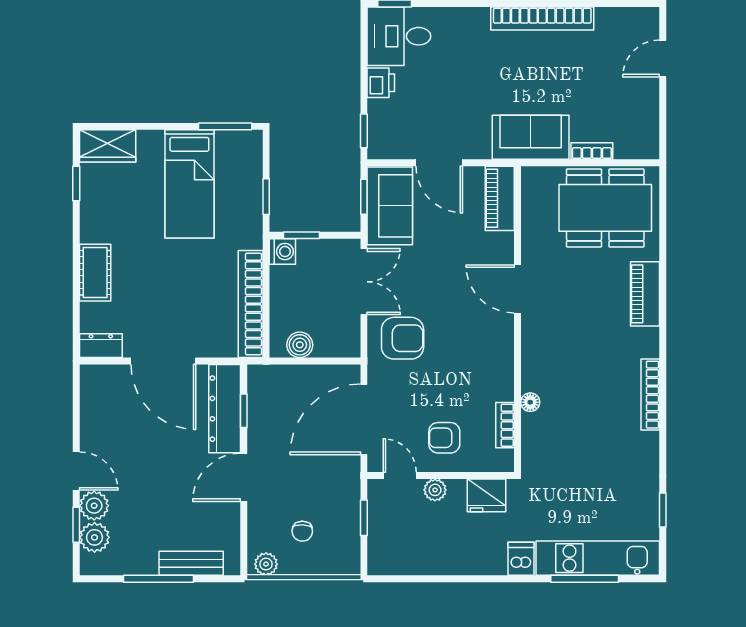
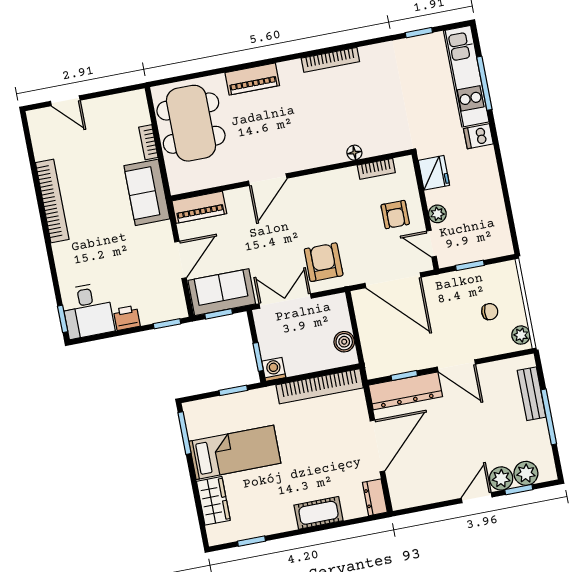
wardrobe: (108, 146) -> (213, 501), moved
door: (400, 475) -> (431, 244), hinge flipped

